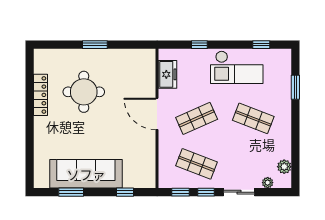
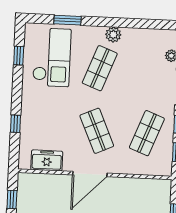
window: (131, 45) -> (12, 199), added
checkout: (237, 67) -> (52, 57), moved
plant: (284, 167) -> (113, 35), moved

